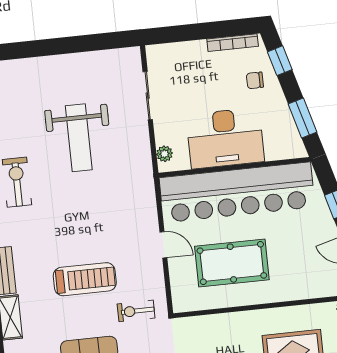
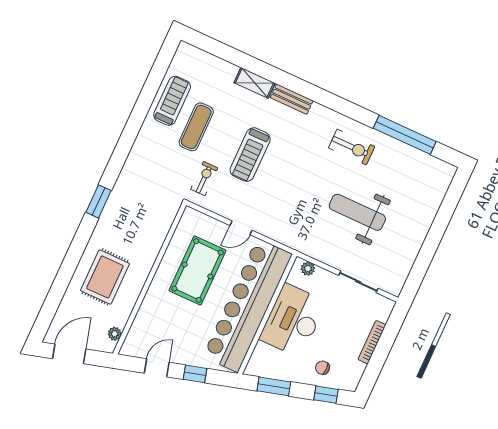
bookcase: (233, 43) -> (372, 342), moved
chair: (255, 80) -> (322, 368), turned -90

